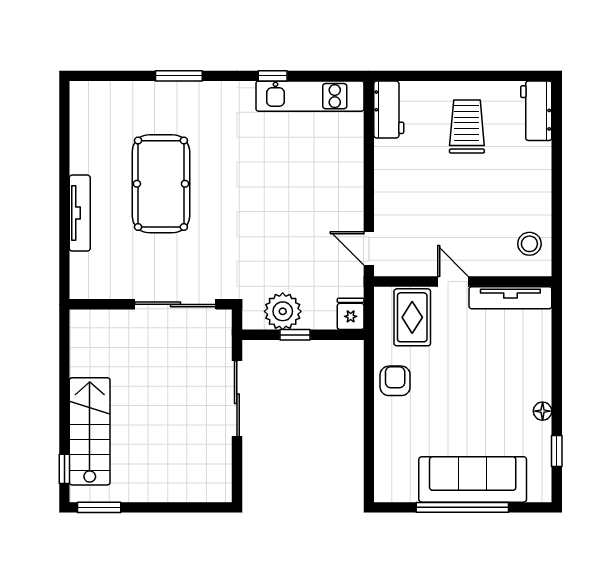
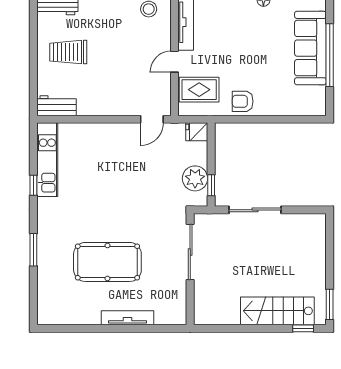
window: (295, 335) -> (211, 185), moved

